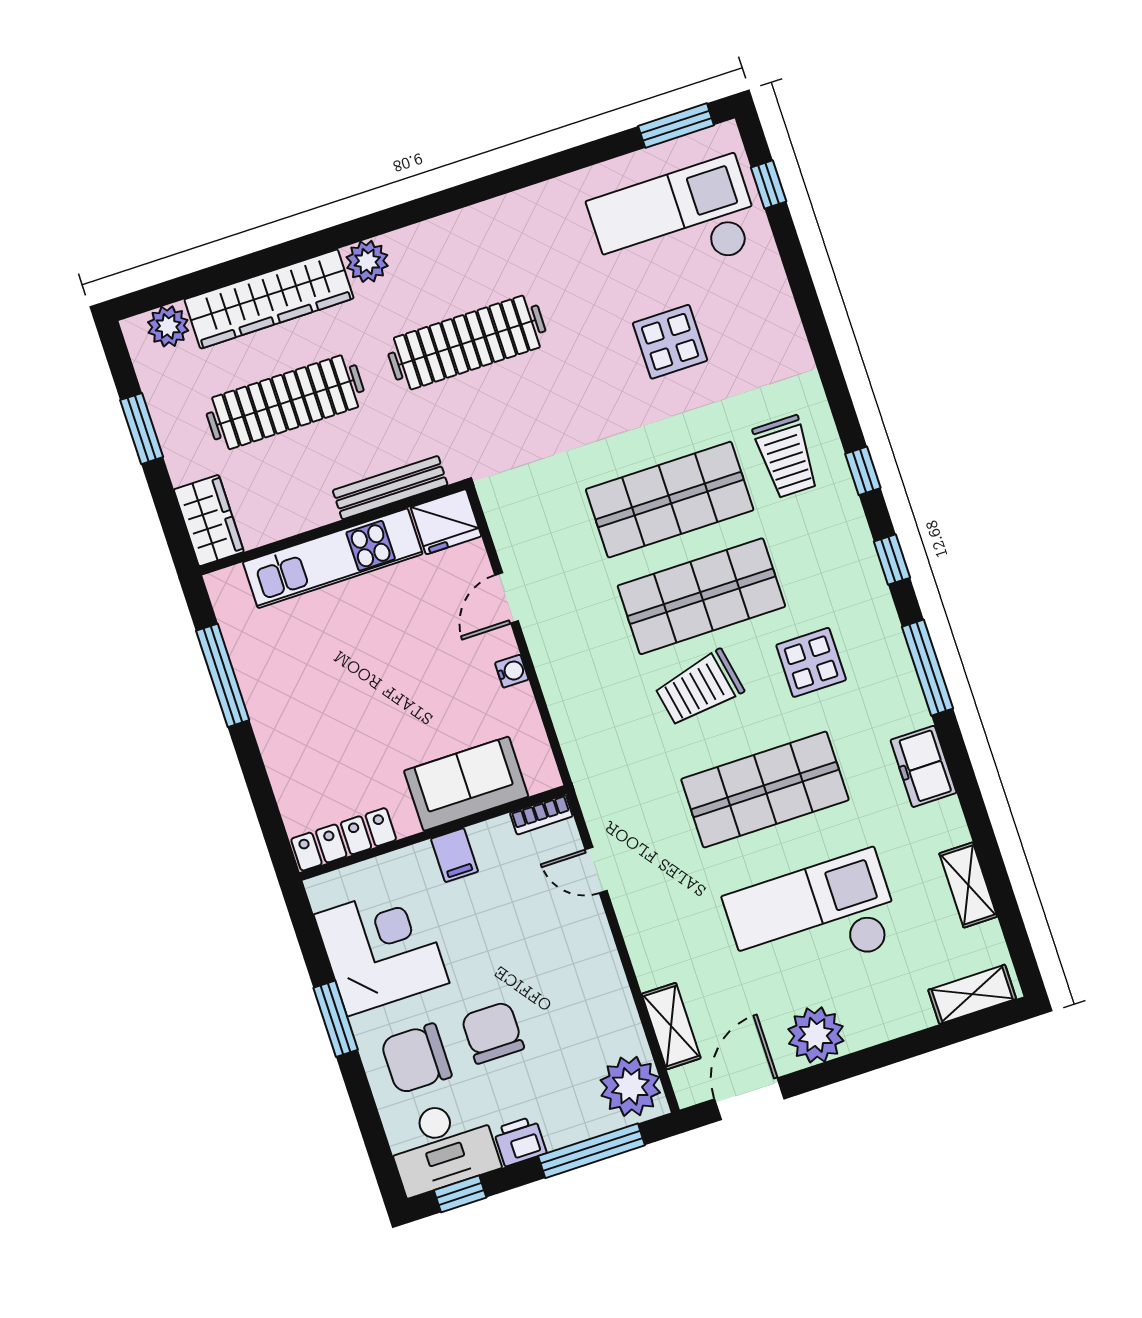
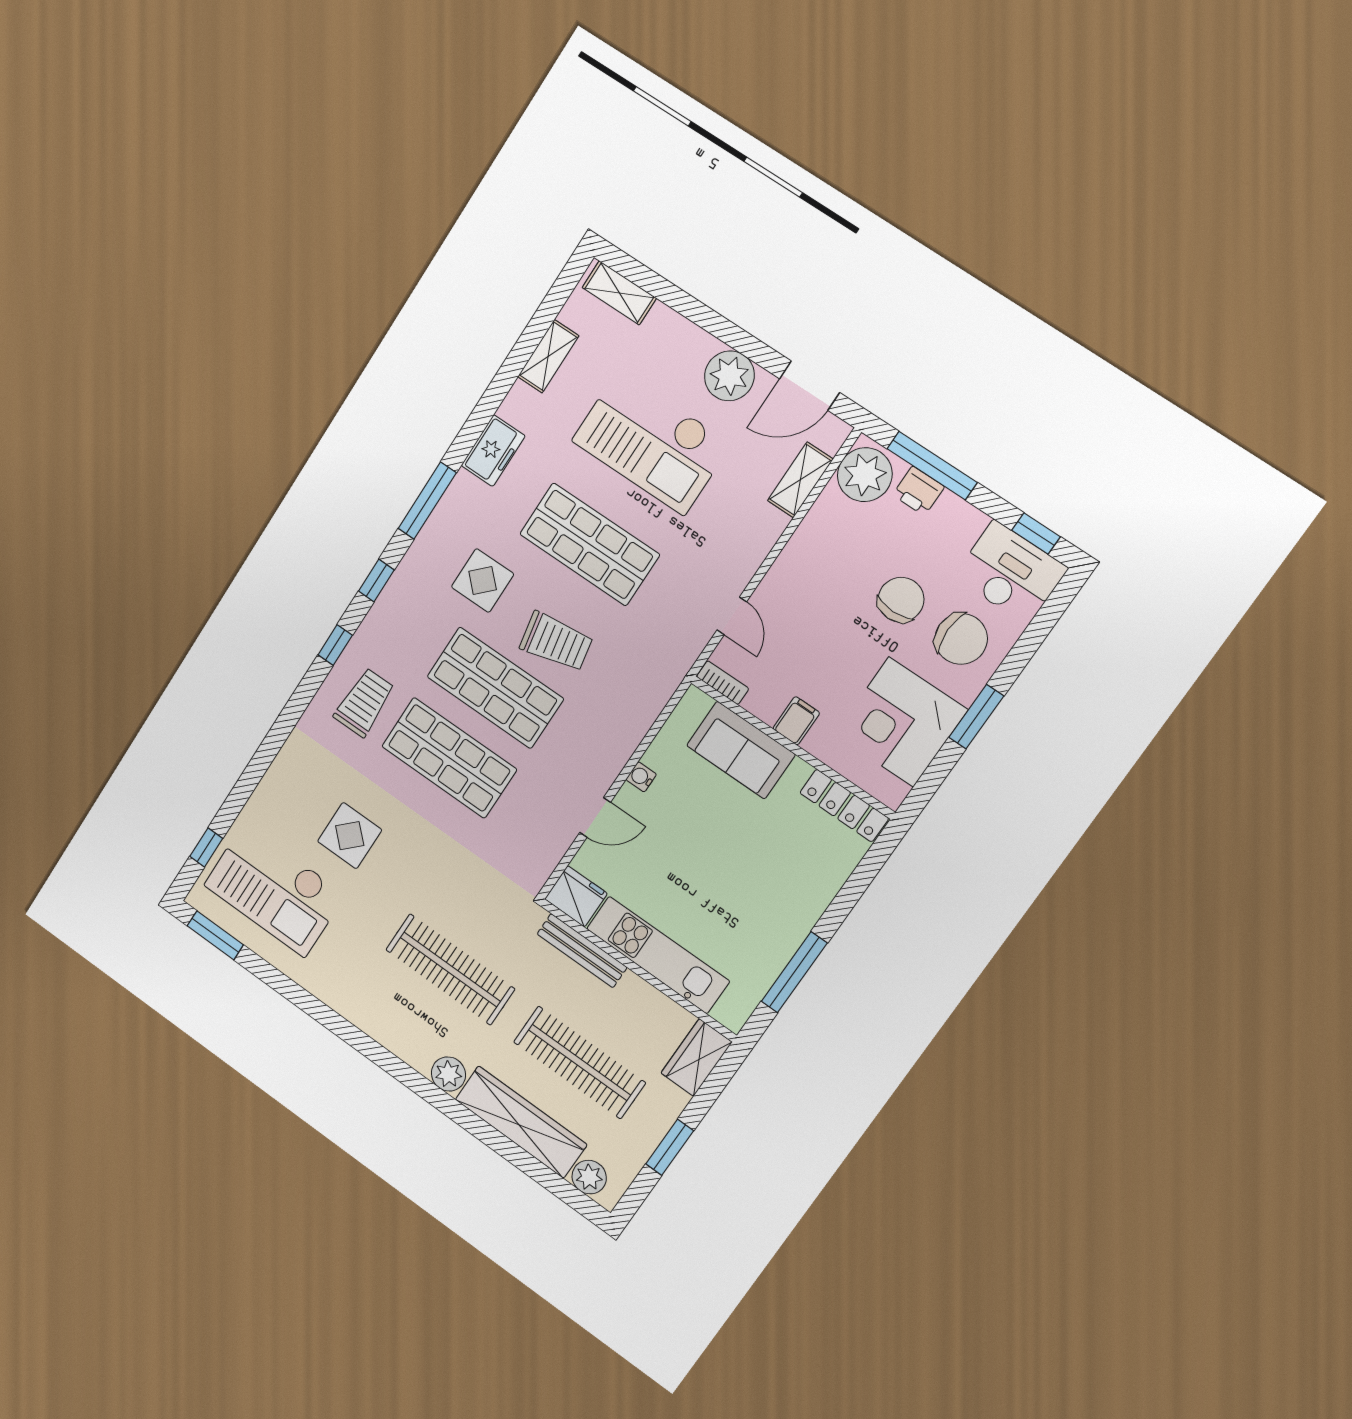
chair: (493, 1033) -> (901, 600), turned 180
printer: (520, 1141) -> (918, 491), moved

